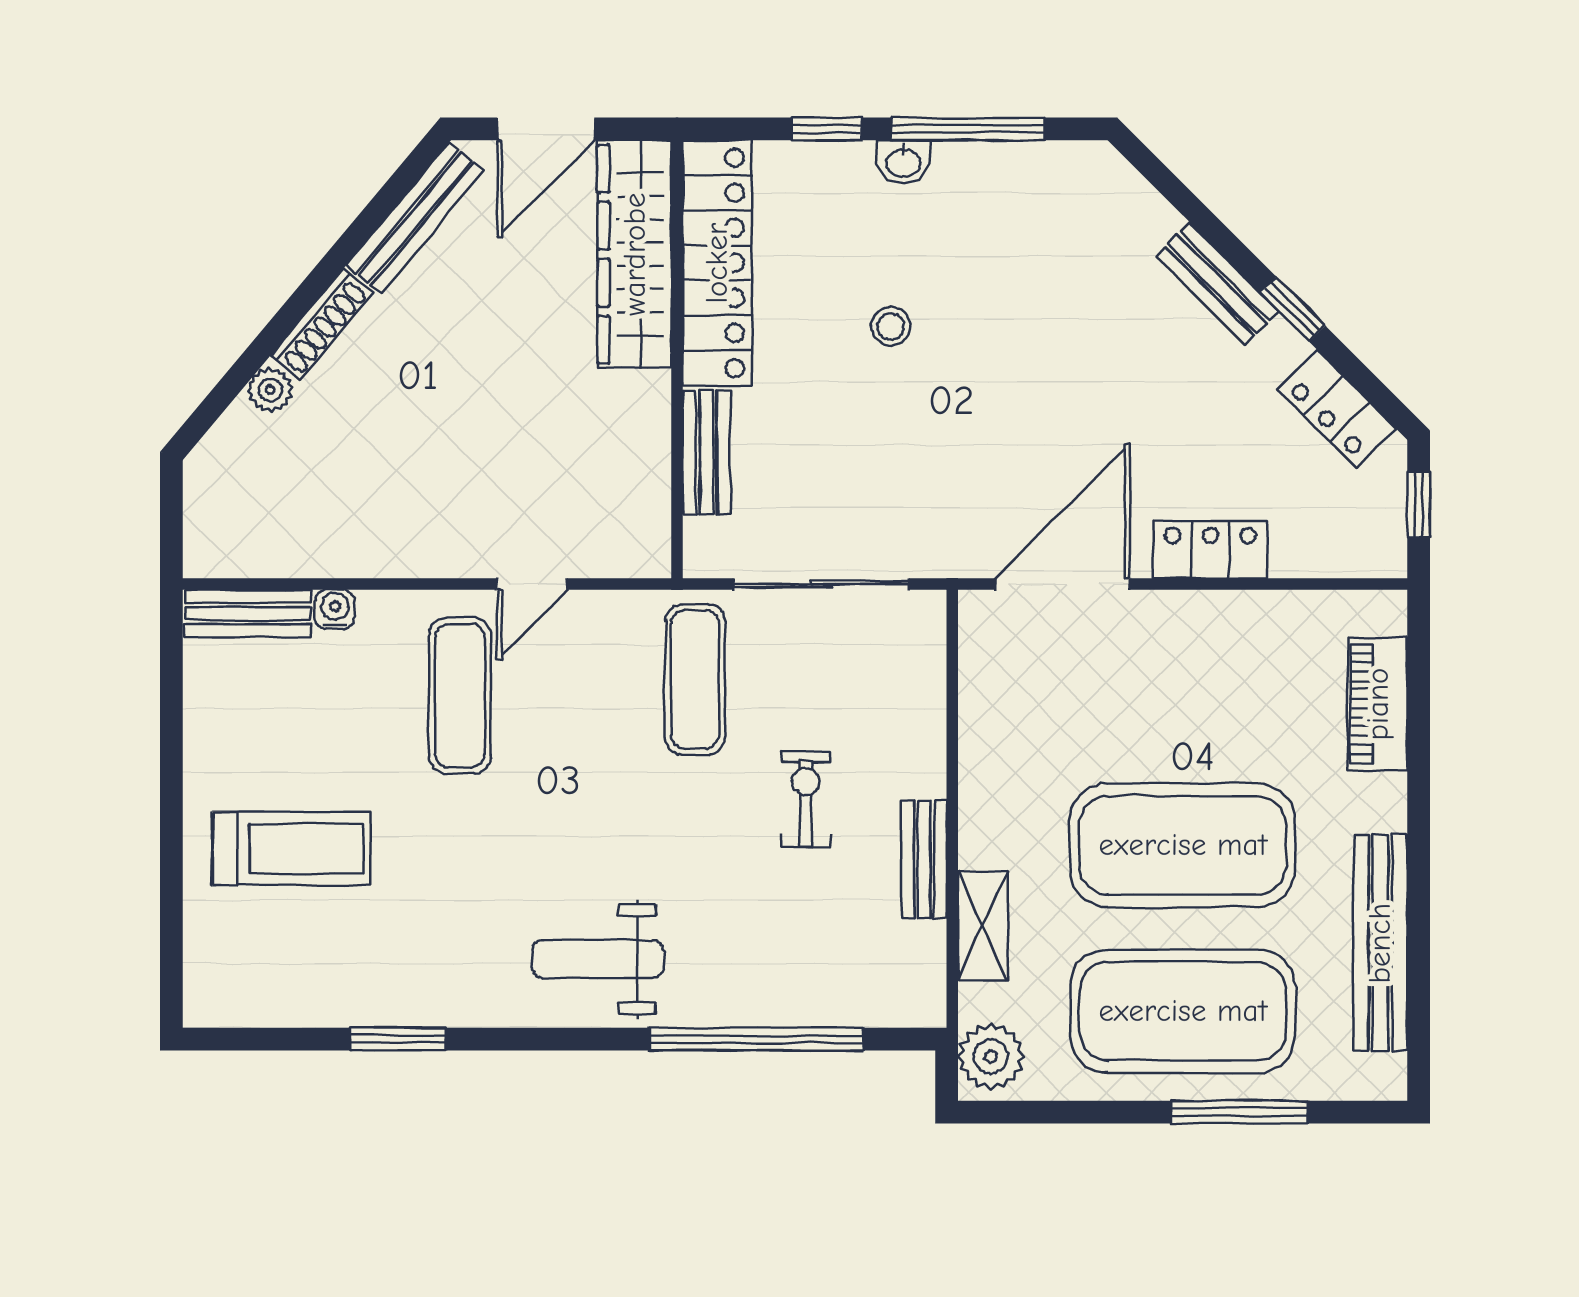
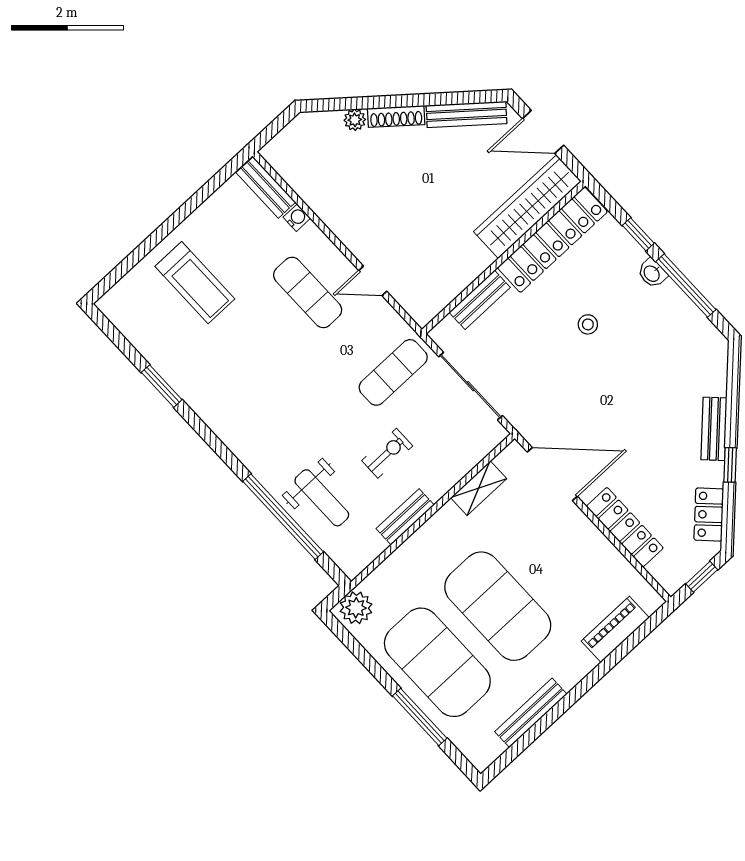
locker: (1210, 550) -> (625, 527), width x1.53
exercise mat: (460, 696) -> (308, 292), turned 90
shelving: (983, 926) -> (479, 488), moved
bench: (1380, 943) -> (531, 713), width x0.73, depth x0.82
weight bench: (598, 959) -> (322, 498), moved, turned 180

